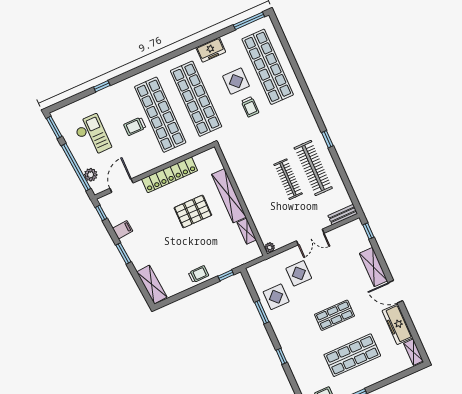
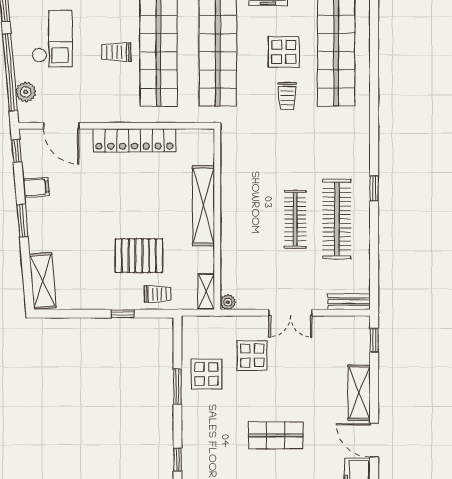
door: (121, 186) -> (61, 126), swing flipped
pallet: (193, 211) -> (139, 256), moved
shelving: (247, 231) -> (206, 292), moved
trolley: (199, 274) -> (158, 294), moved
window: (226, 275) -> (123, 314), moved

